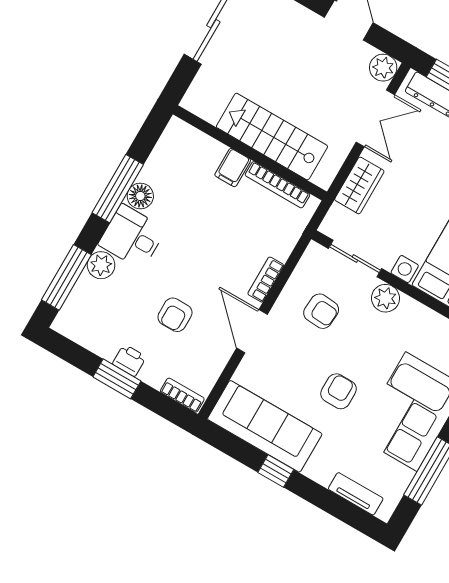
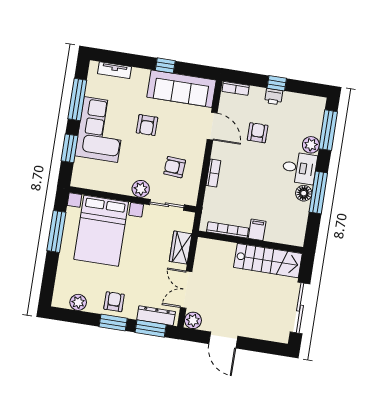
stairs: (272, 137) -> (268, 261), moved
door: (252, 331) -> (212, 126), moved
window: (117, 379) -> (277, 83), width x0.67

